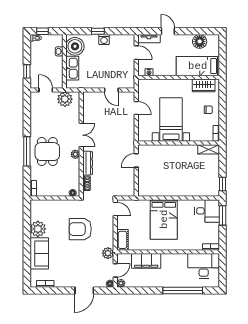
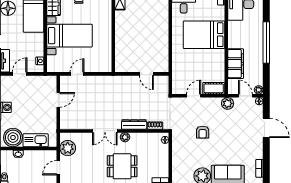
bed with nightstands: (171, 119) -> (69, 36), moved, turned 180
double door: (81, 135) -> (105, 131), swing flipped
door: (136, 160) -> (146, 74), moved
door: (115, 209) -> (194, 96), moved
bed: (164, 219) -> (204, 35), moved, turned 180
armchair: (80, 229) -> (203, 132), width x0.53, depth x0.53
window: (183, 291) -> (266, 42), moved

